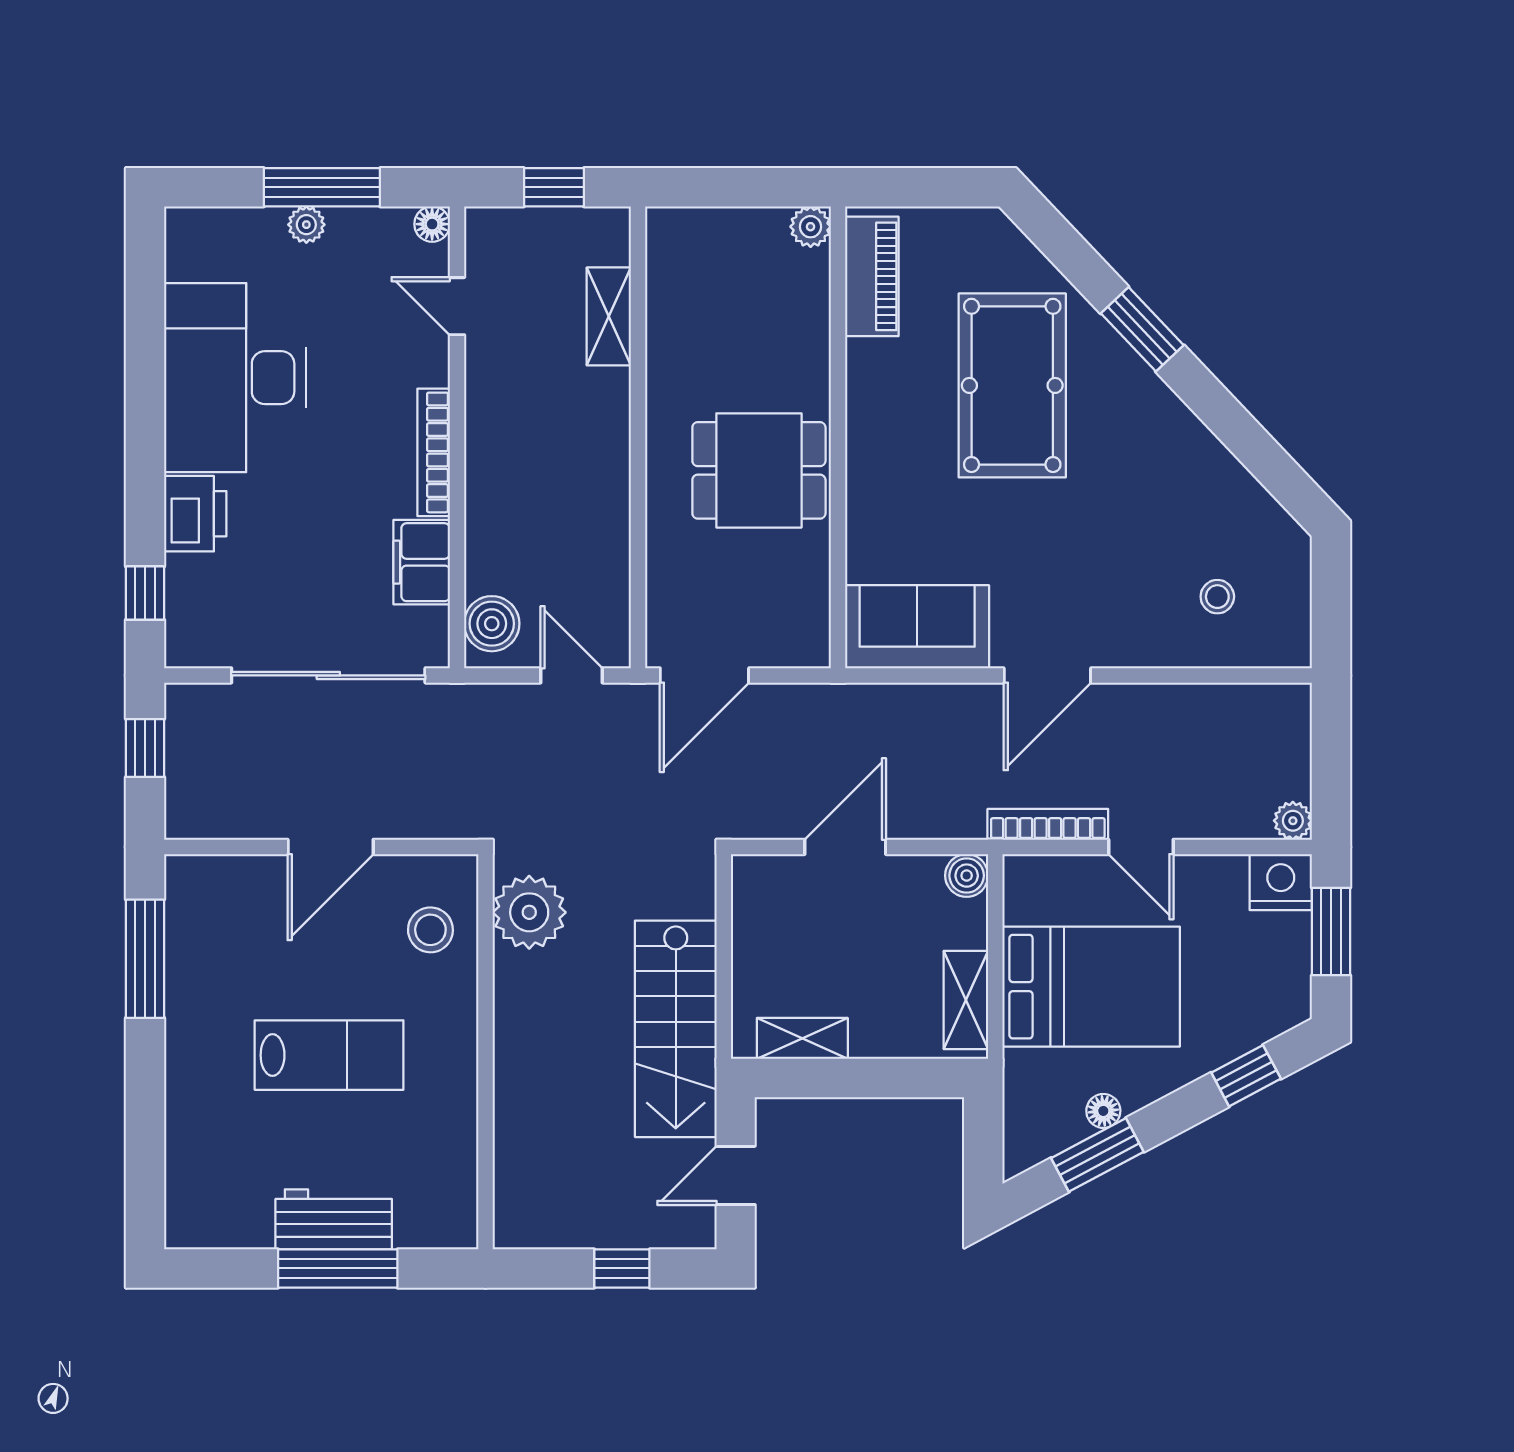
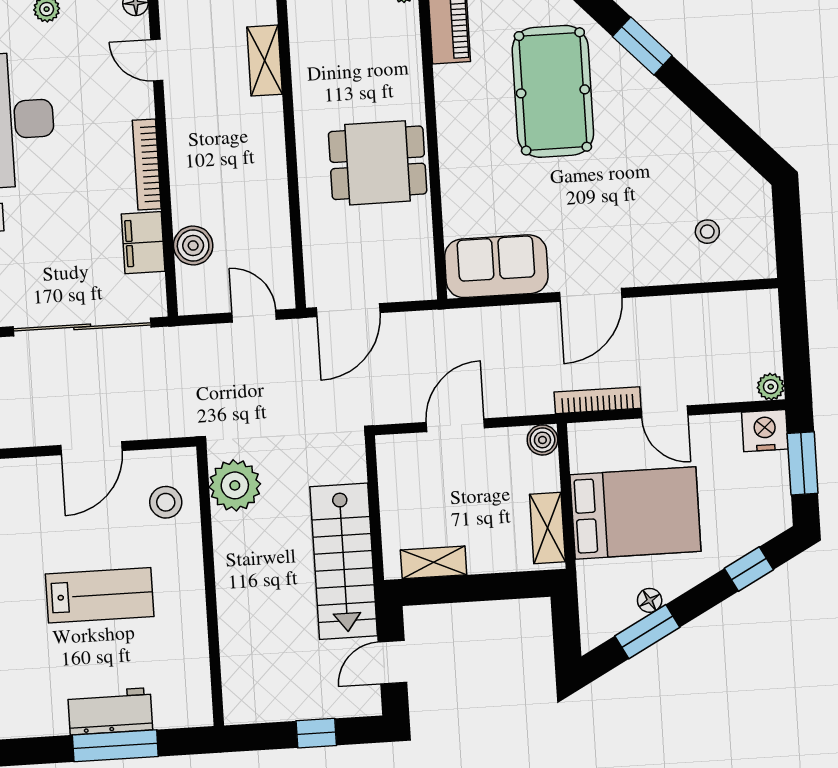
boiler: (492, 624) -> (193, 246), moved

